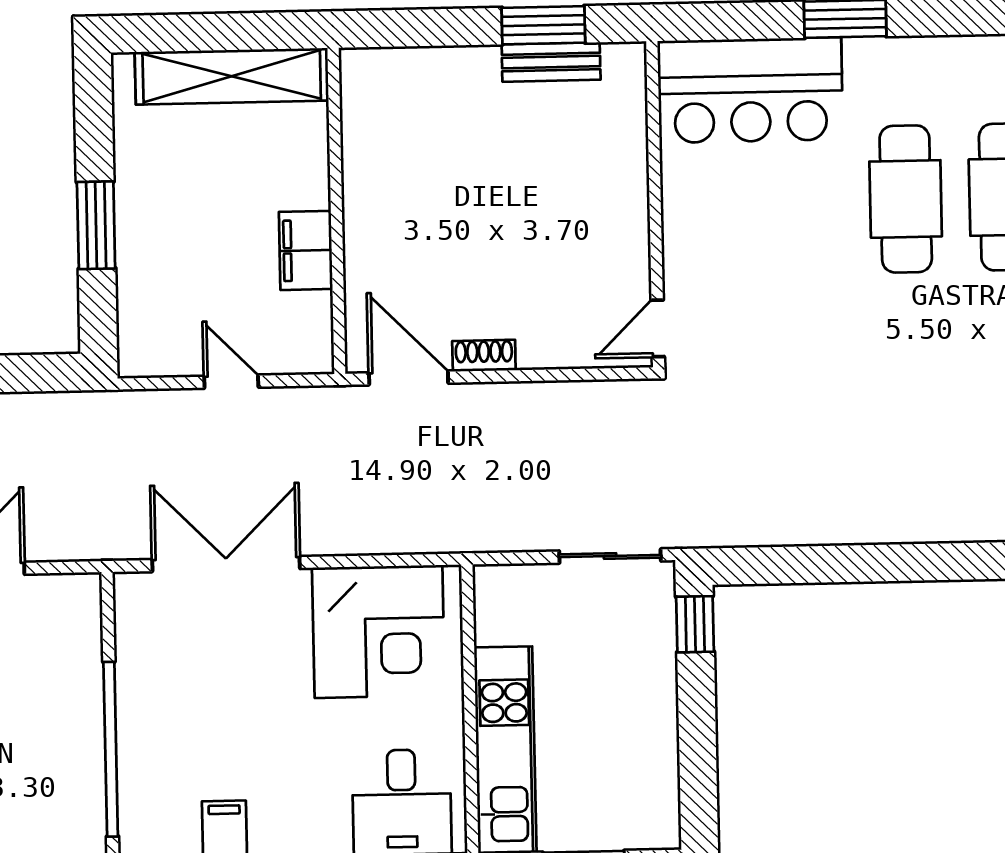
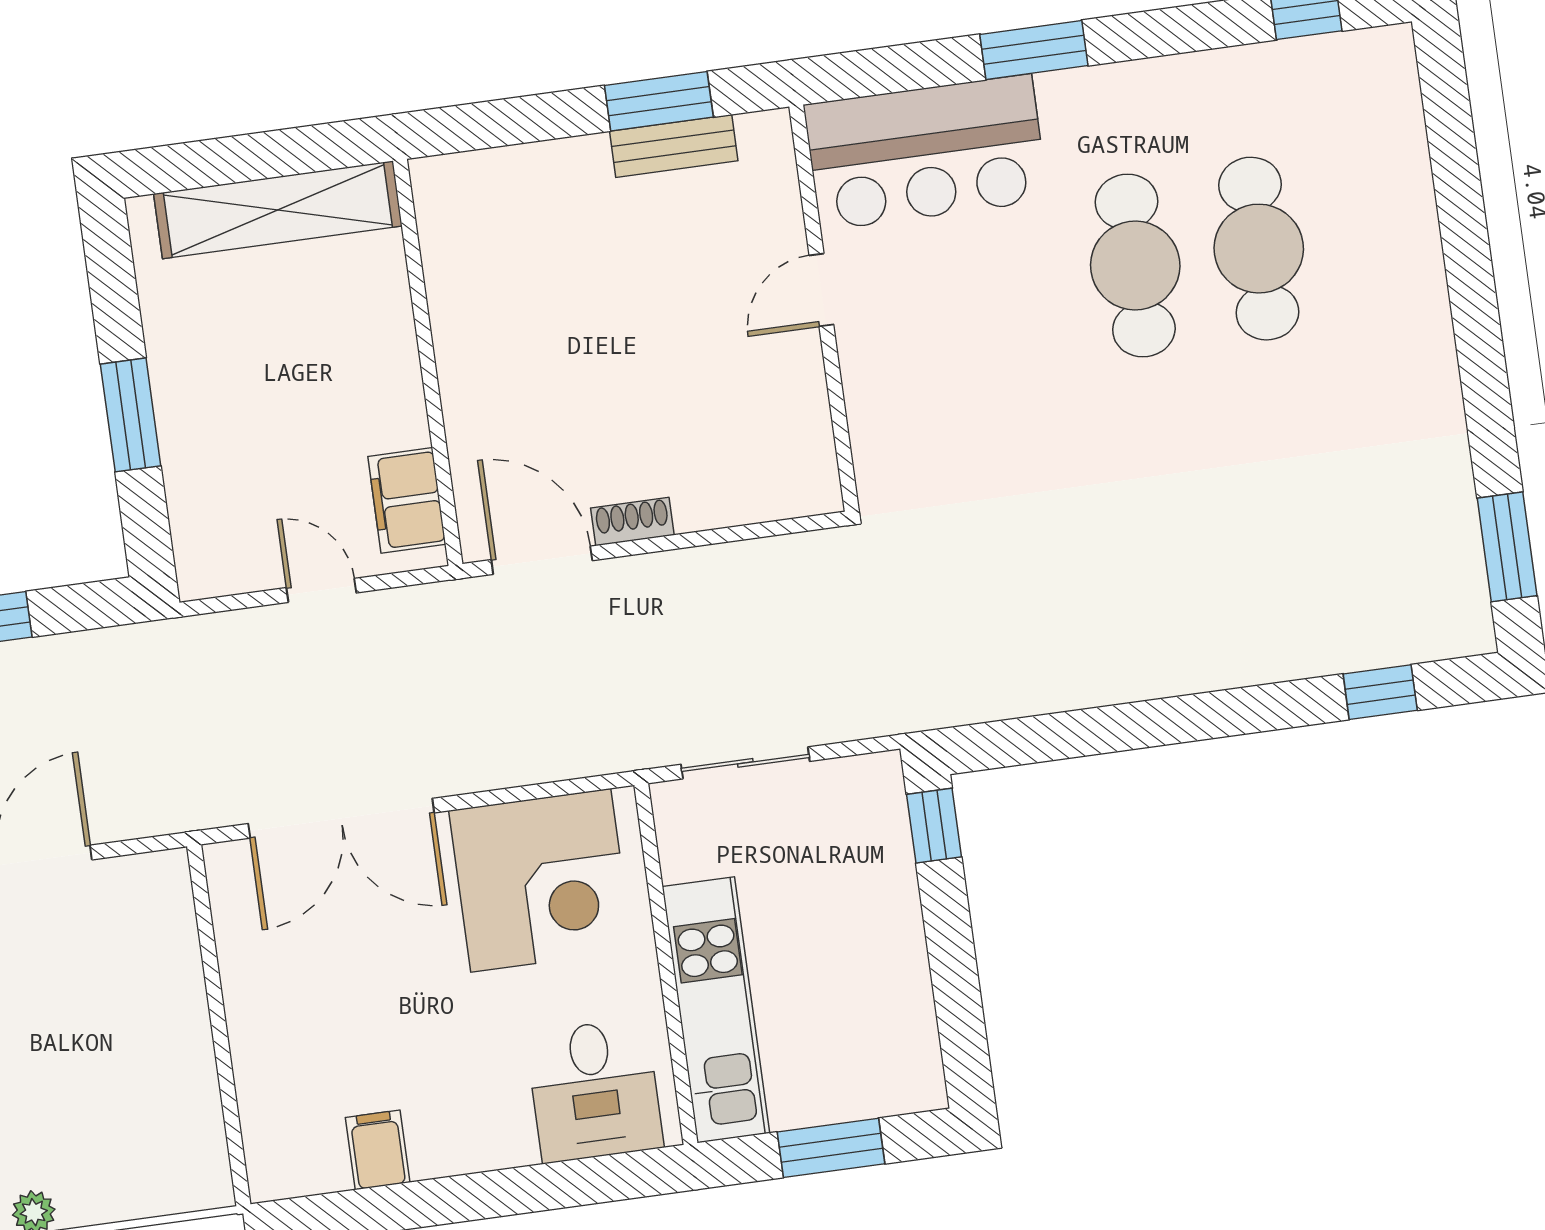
filing cabinet: (306, 250) -> (407, 500), moved
door: (658, 328) -> (821, 290), moved
sliding door: (610, 556) -> (745, 763), moved
double door: (226, 564) -> (341, 818), swing flipped
window: (111, 749) -> (224, 1066), removed

